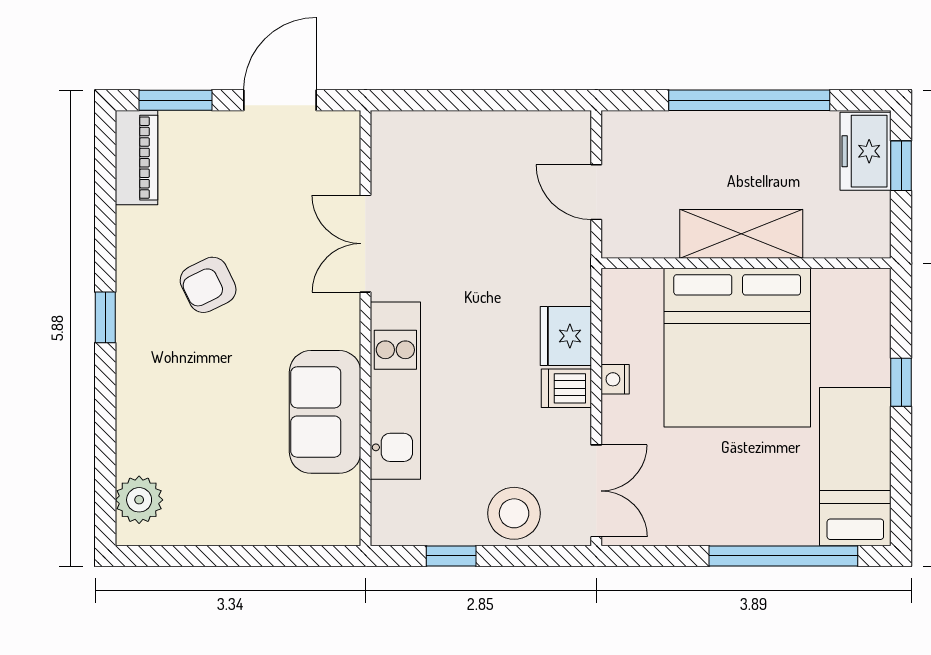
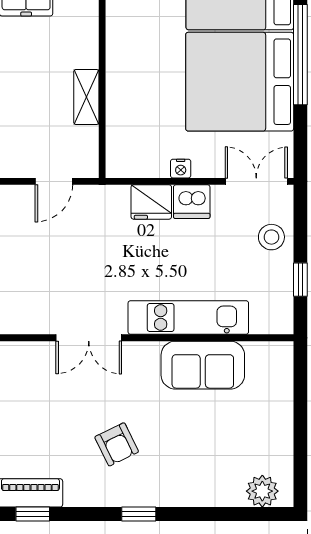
window: (105, 161) -> (33, 514), added
shelving: (741, 234) -> (86, 97), width x0.67, depth x0.75
bed: (737, 348) -> (240, 82), moved, turned 180
dishwasher: (566, 388) -> (192, 202), width x1.38
stool: (514, 513) -> (271, 237), width x0.73, depth x0.73

